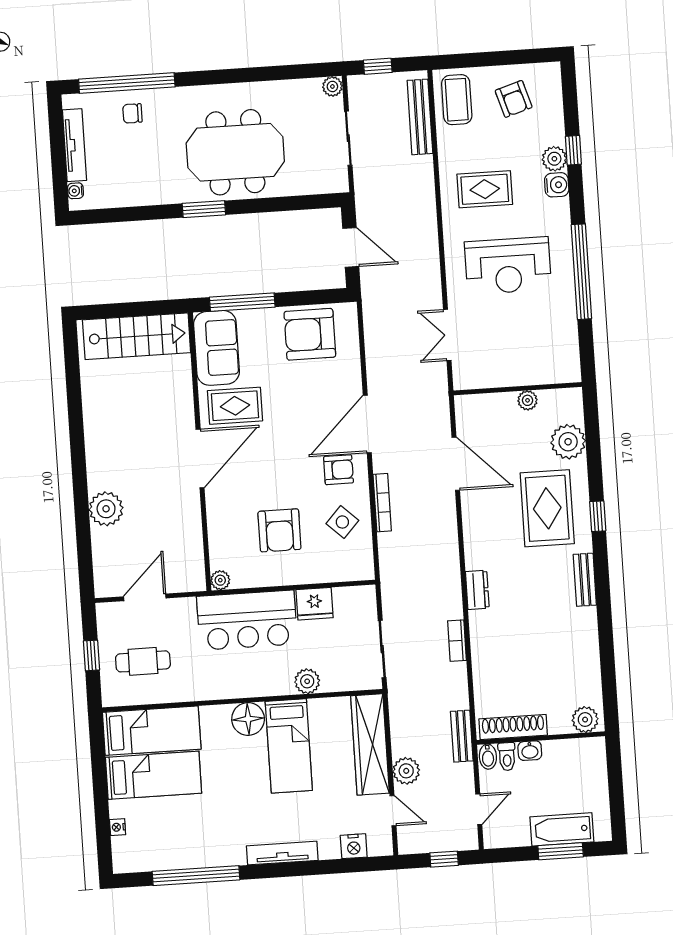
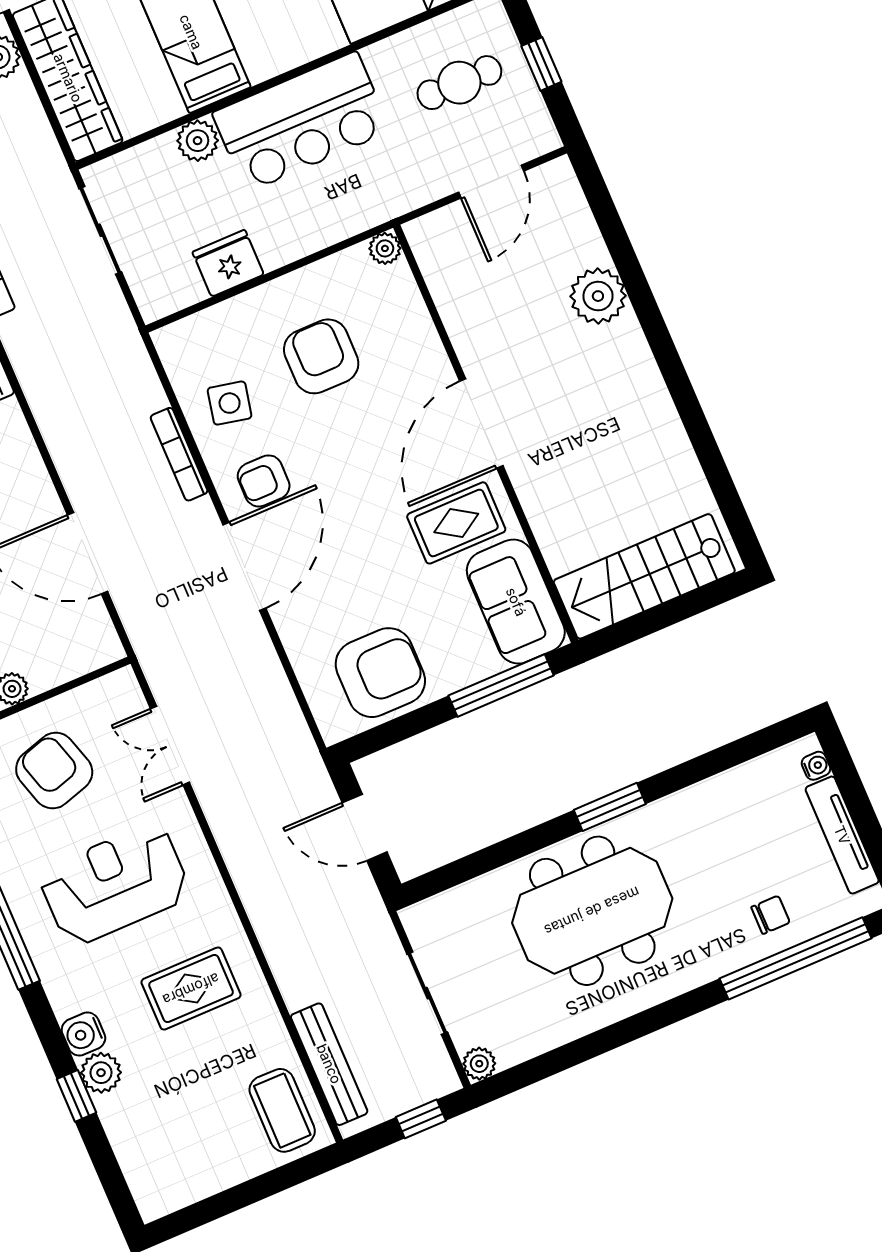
armchair: (514, 99) -> (54, 771), moved, width x1.38, depth x1.38
double door: (447, 335) -> (170, 746), swing flipped
side table: (342, 522) -> (230, 403), turned -31
bar counter: (247, 620) -> (301, 122), moved, turned 180
floor lamp: (248, 719) -> (268, 51), removed

